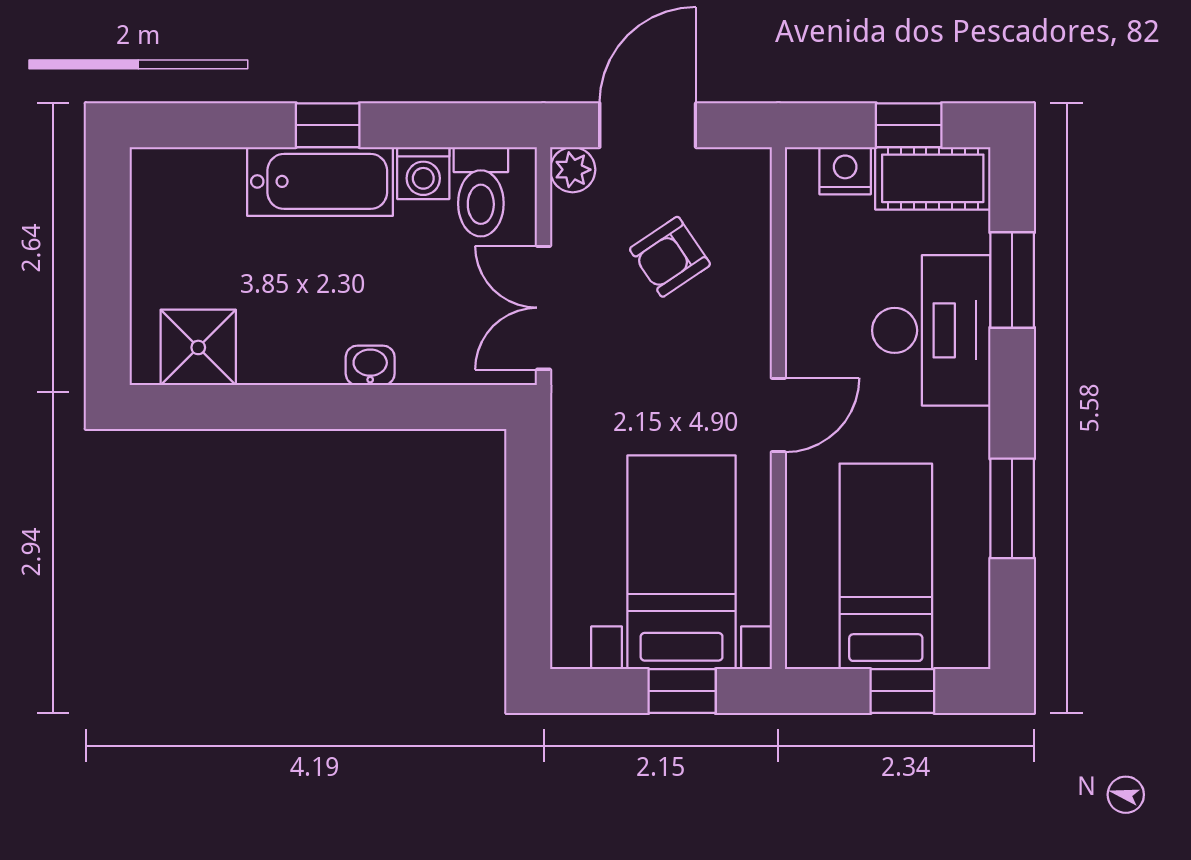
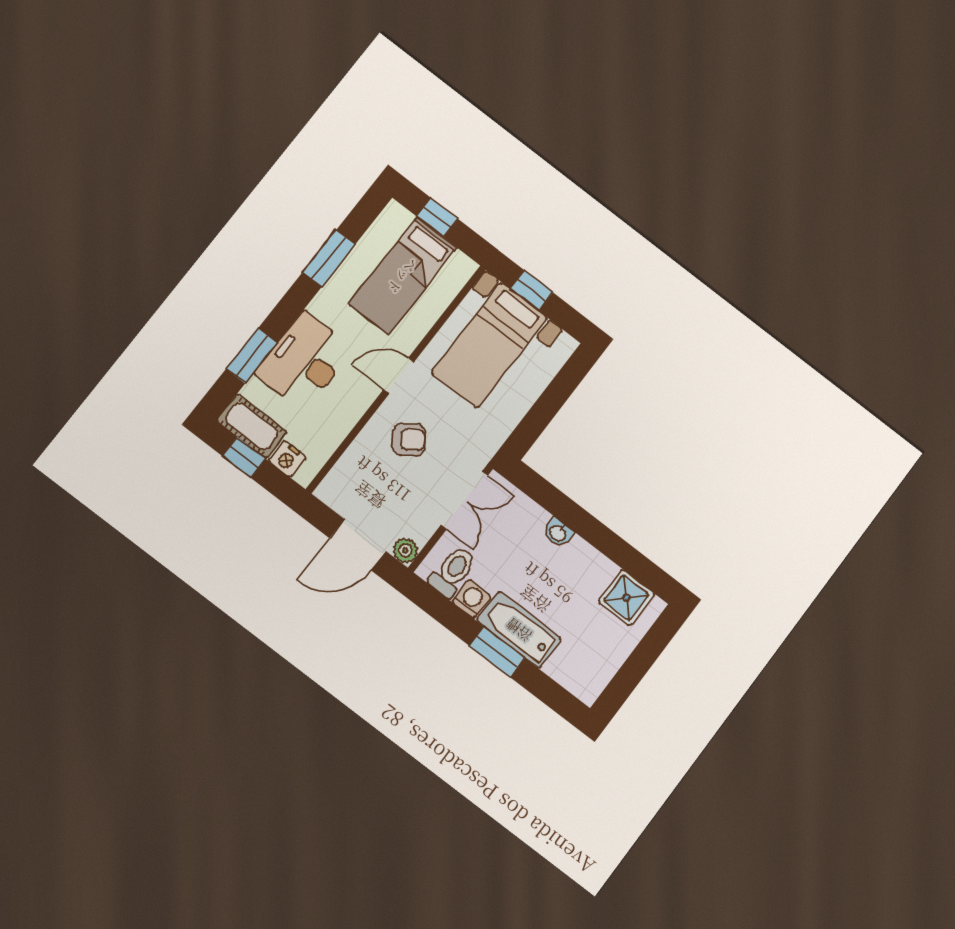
window: (328, 125) -> (497, 652), width x1.50
armchair: (670, 257) -> (409, 439), moved

